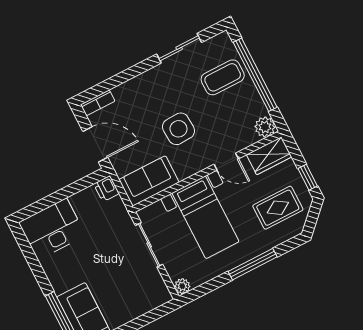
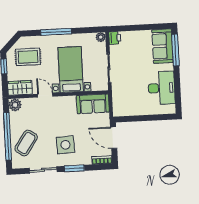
window: (134, 72) -> (74, 168), added
coffee table: (223, 77) -> (26, 143), turned -56
side table: (179, 129) -> (66, 145), moved
printer: (106, 189) -> (115, 38), moved
desk: (52, 229) -> (162, 88), moved, turned -90

